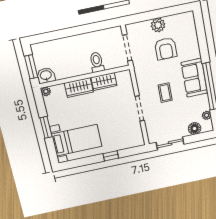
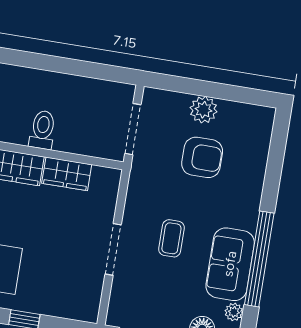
armchair: (166, 49) -> (202, 157), turned -90
toilet: (97, 62) -> (43, 130), moved
sofa: (194, 78) -> (230, 264), moved

